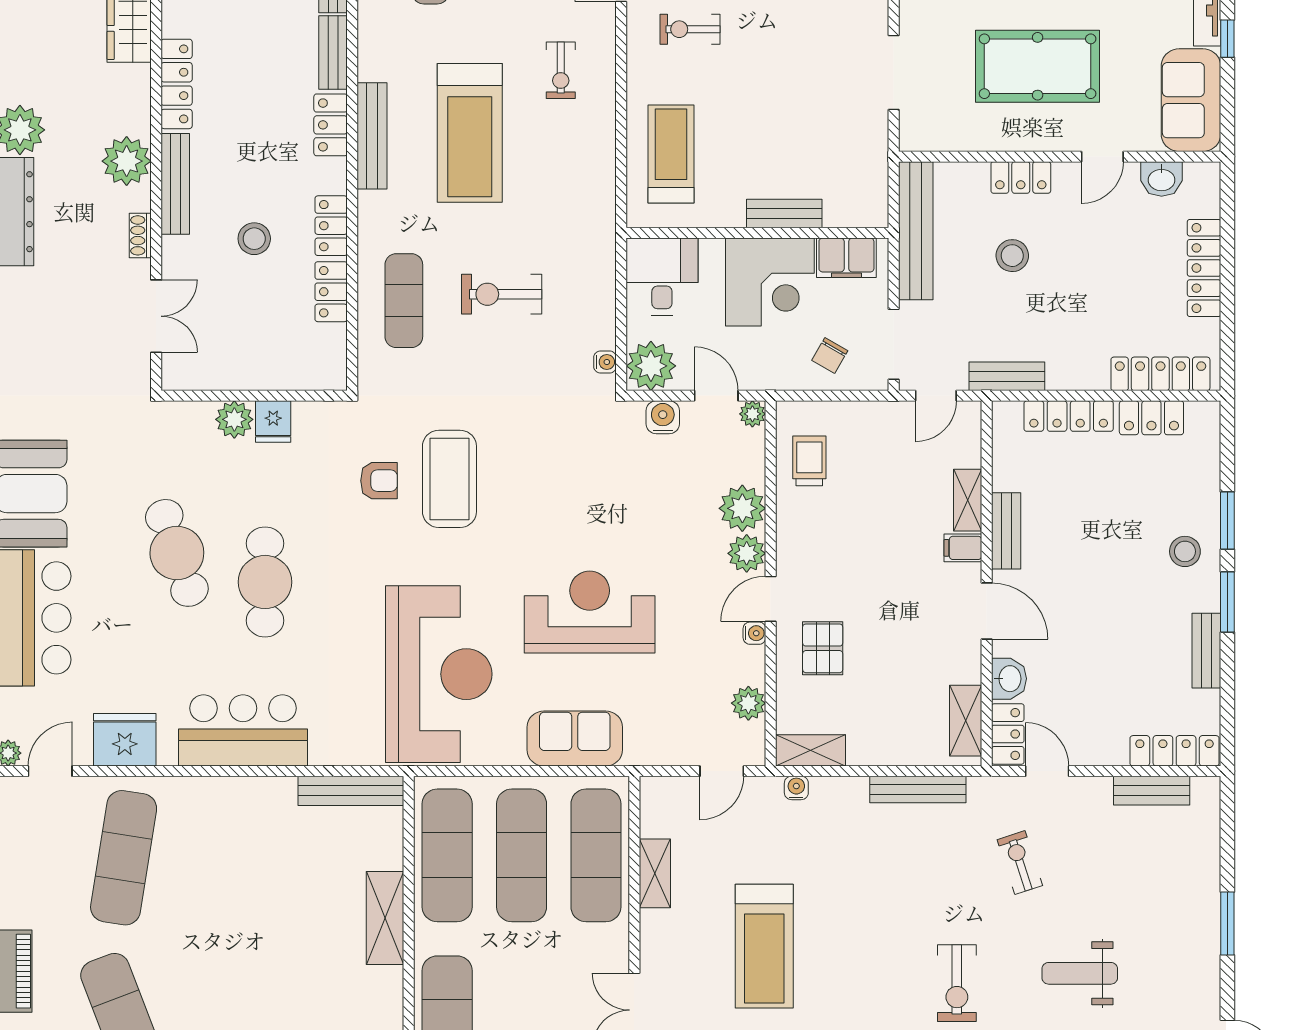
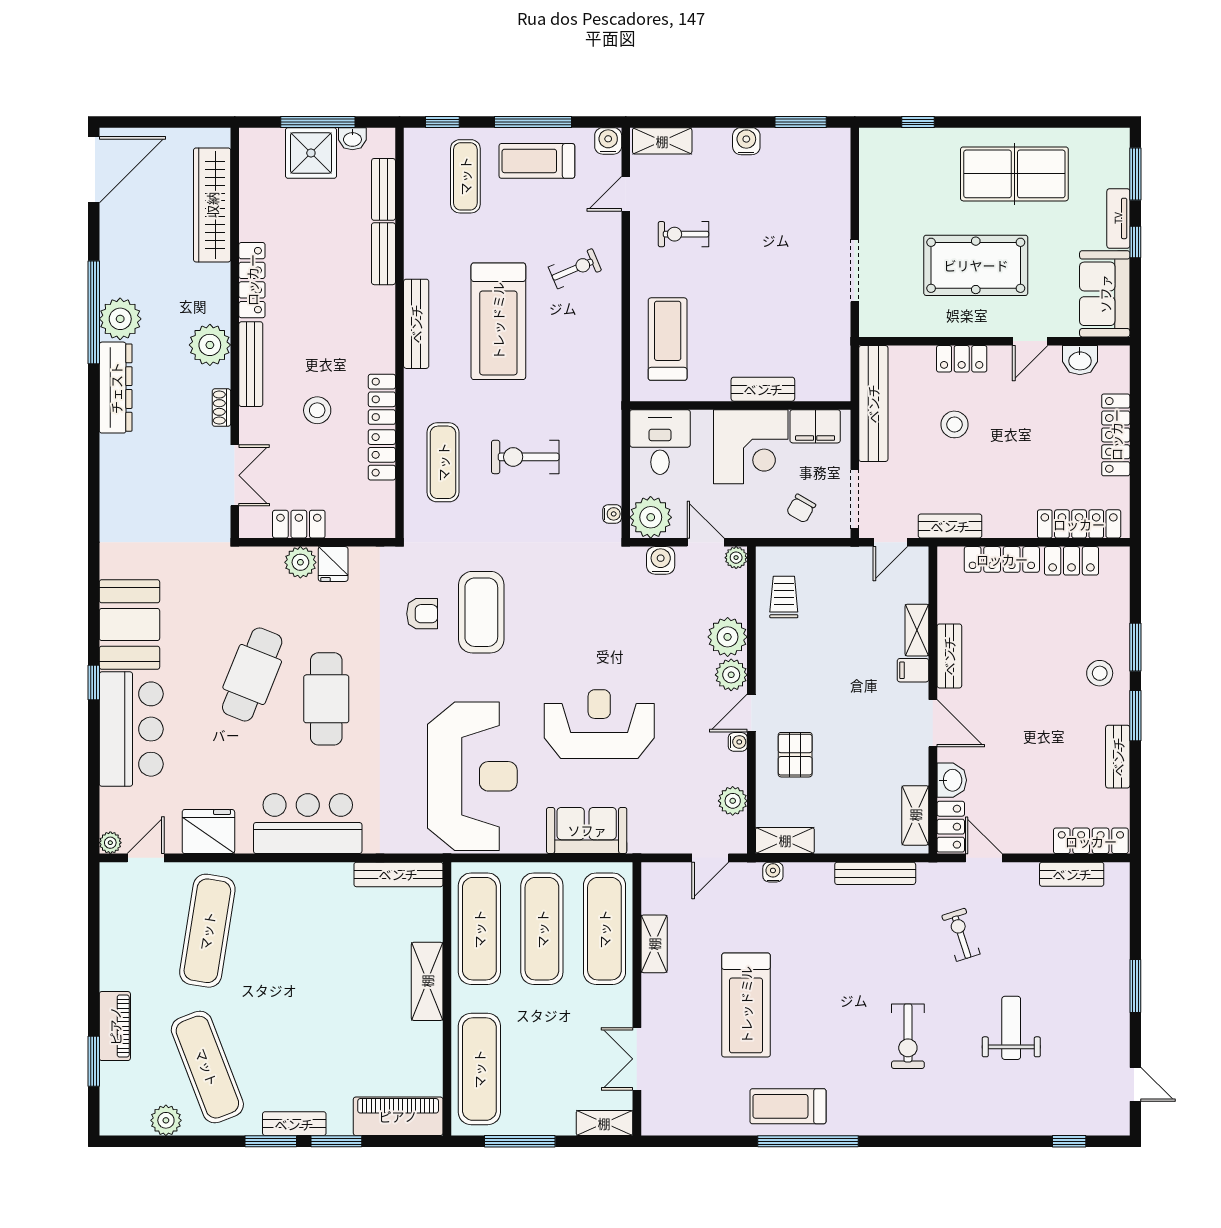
exercise bike: (561, 70) -> (575, 269), turned -113
locker: (331, 125) -> (299, 524), moved, turned 90
cafe table: (177, 553) -> (252, 674), turned 41
weight bench: (1080, 973) -> (1011, 1028), turned 90

